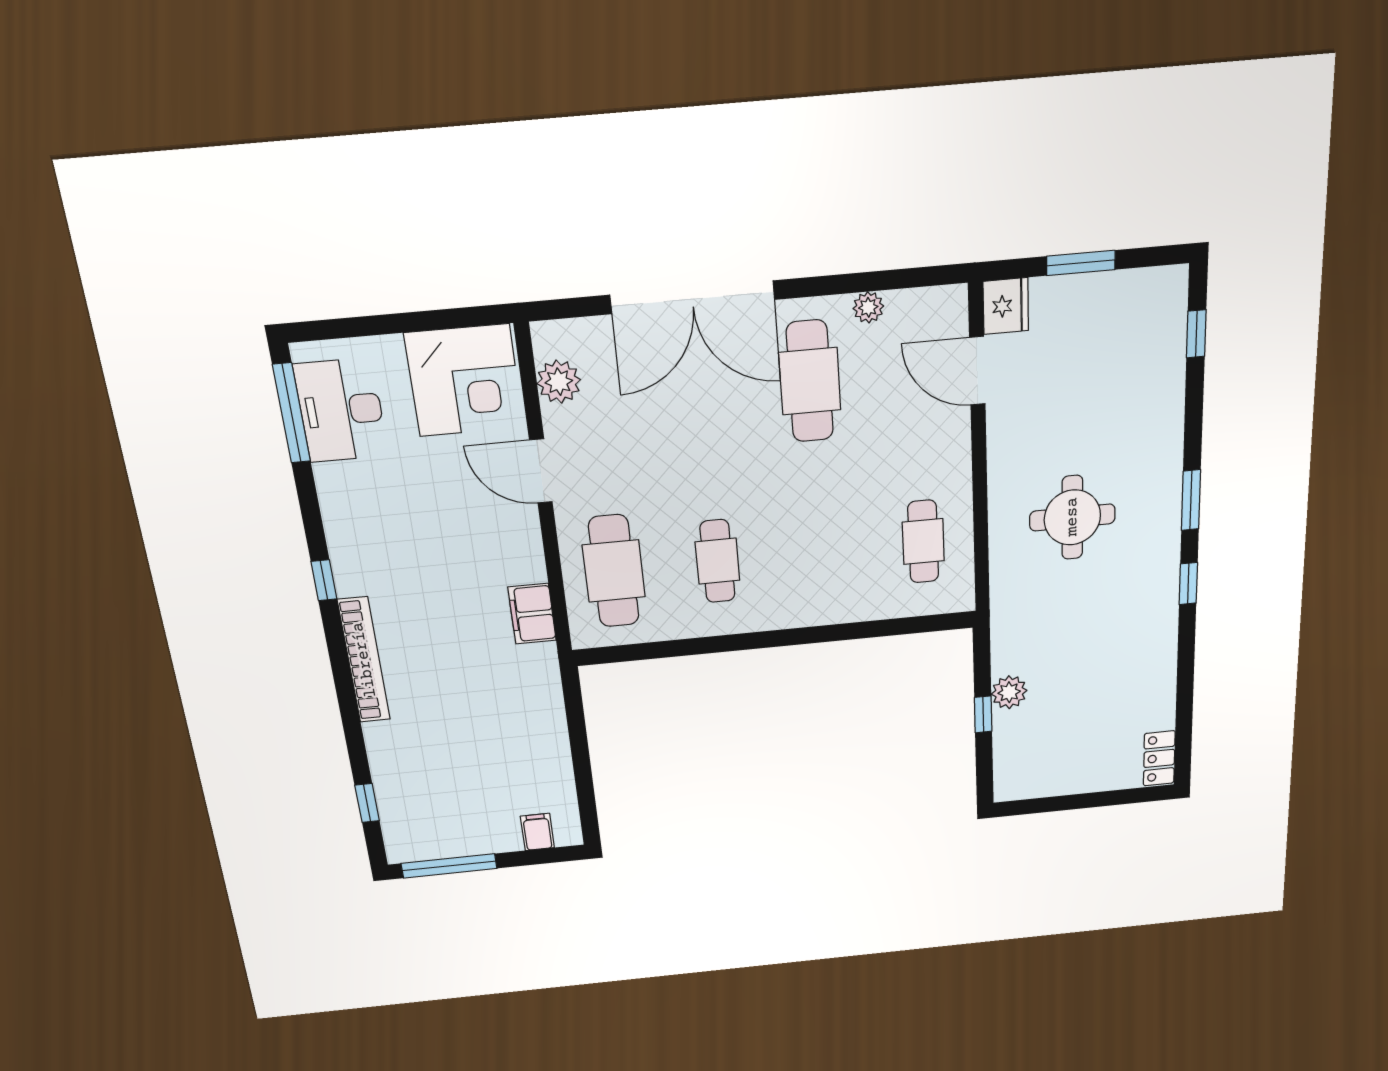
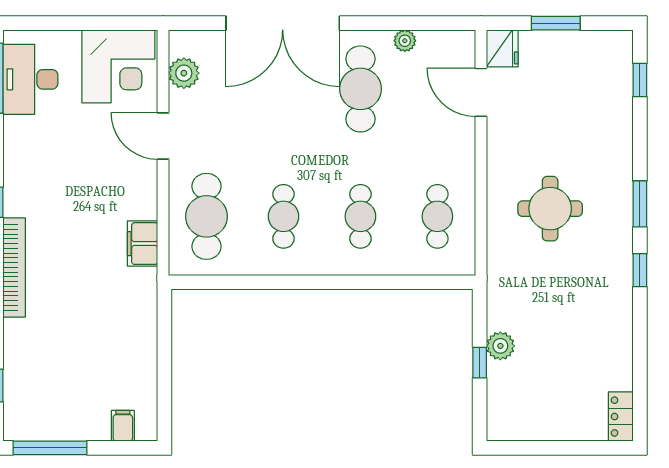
cafe table: (821, 551) -> (360, 216), added

